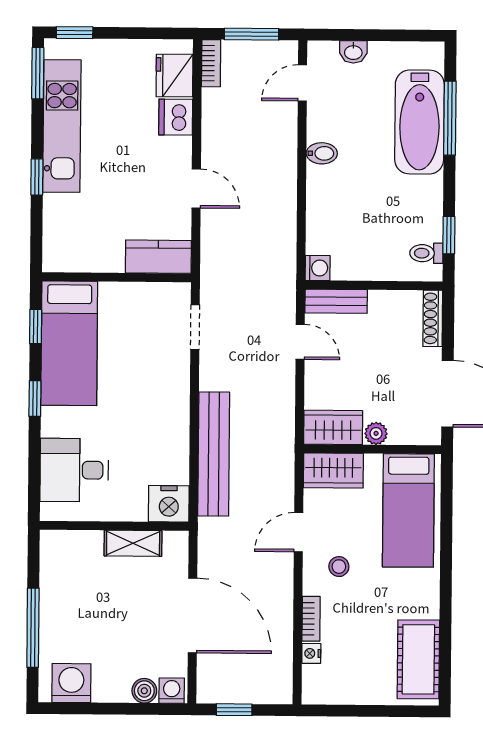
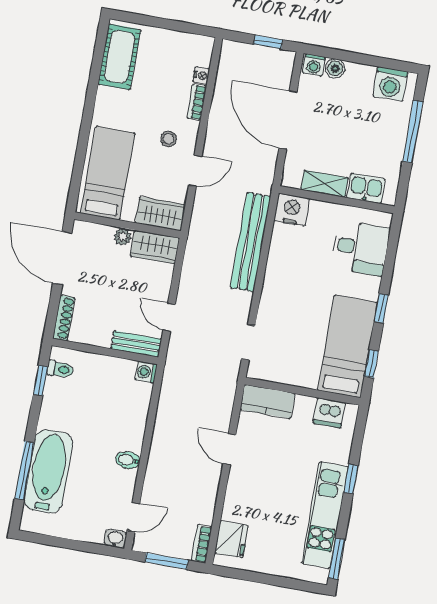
window: (75, 33) -> (303, 585), removed
washbasin: (353, 52) -> (115, 539), moved
dishwasher: (176, 117) -> (329, 413), moved, turned 90
kitchen sink: (80, 546) -> (366, 188), added

